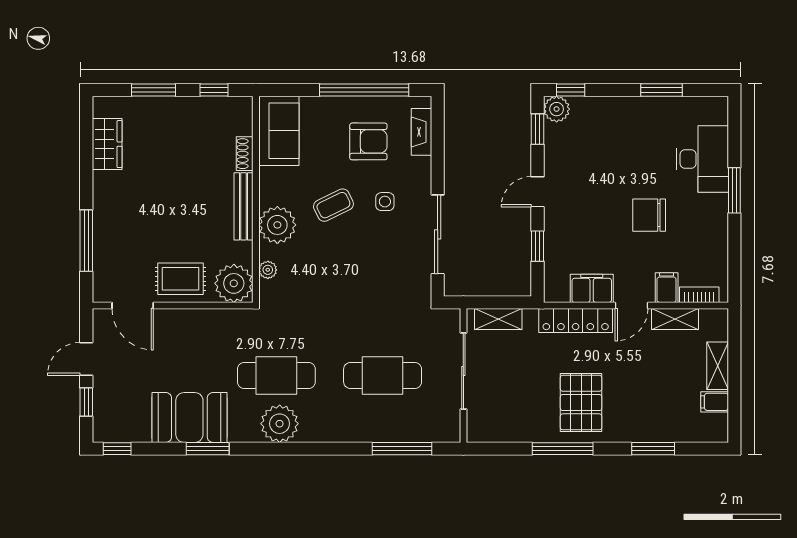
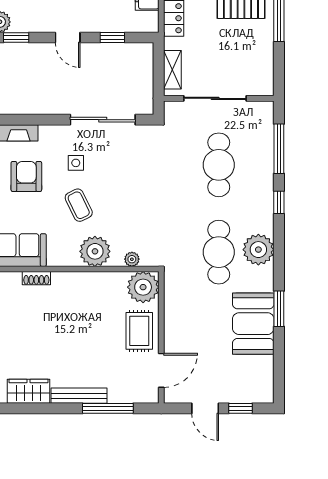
bench: (243, 206) -> (79, 396), moved
window: (117, 449) -> (279, 202), moved

